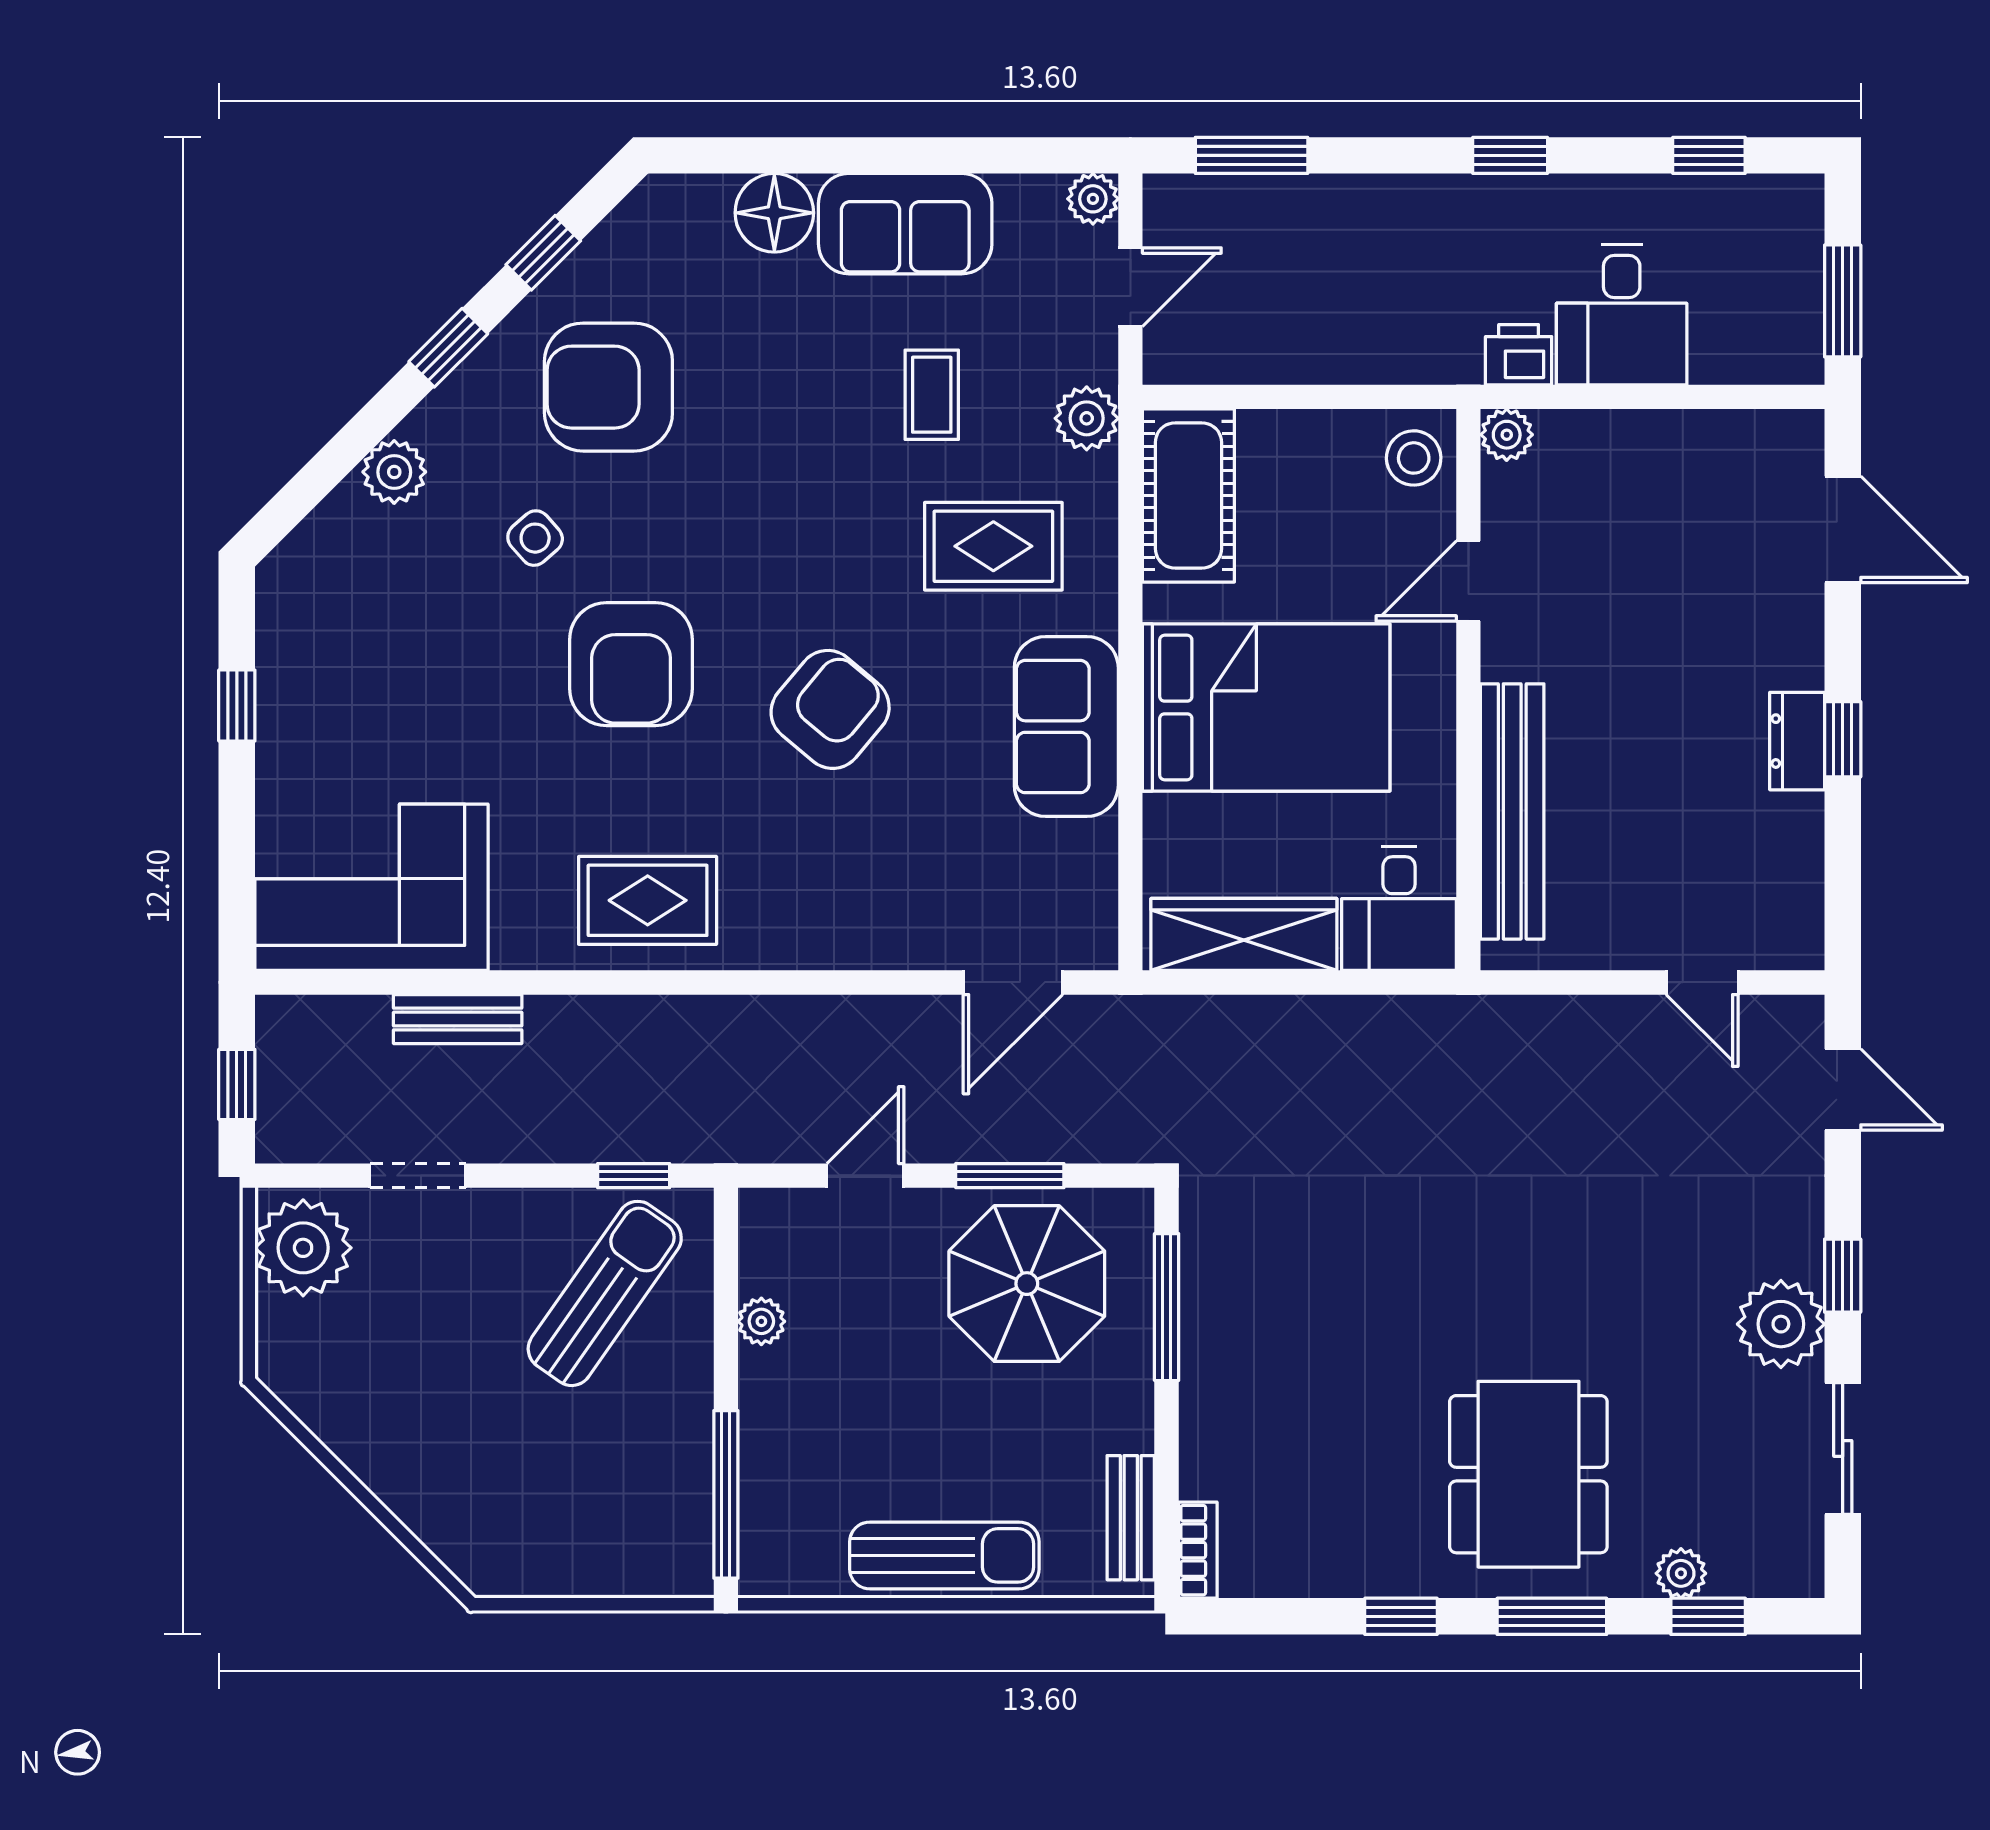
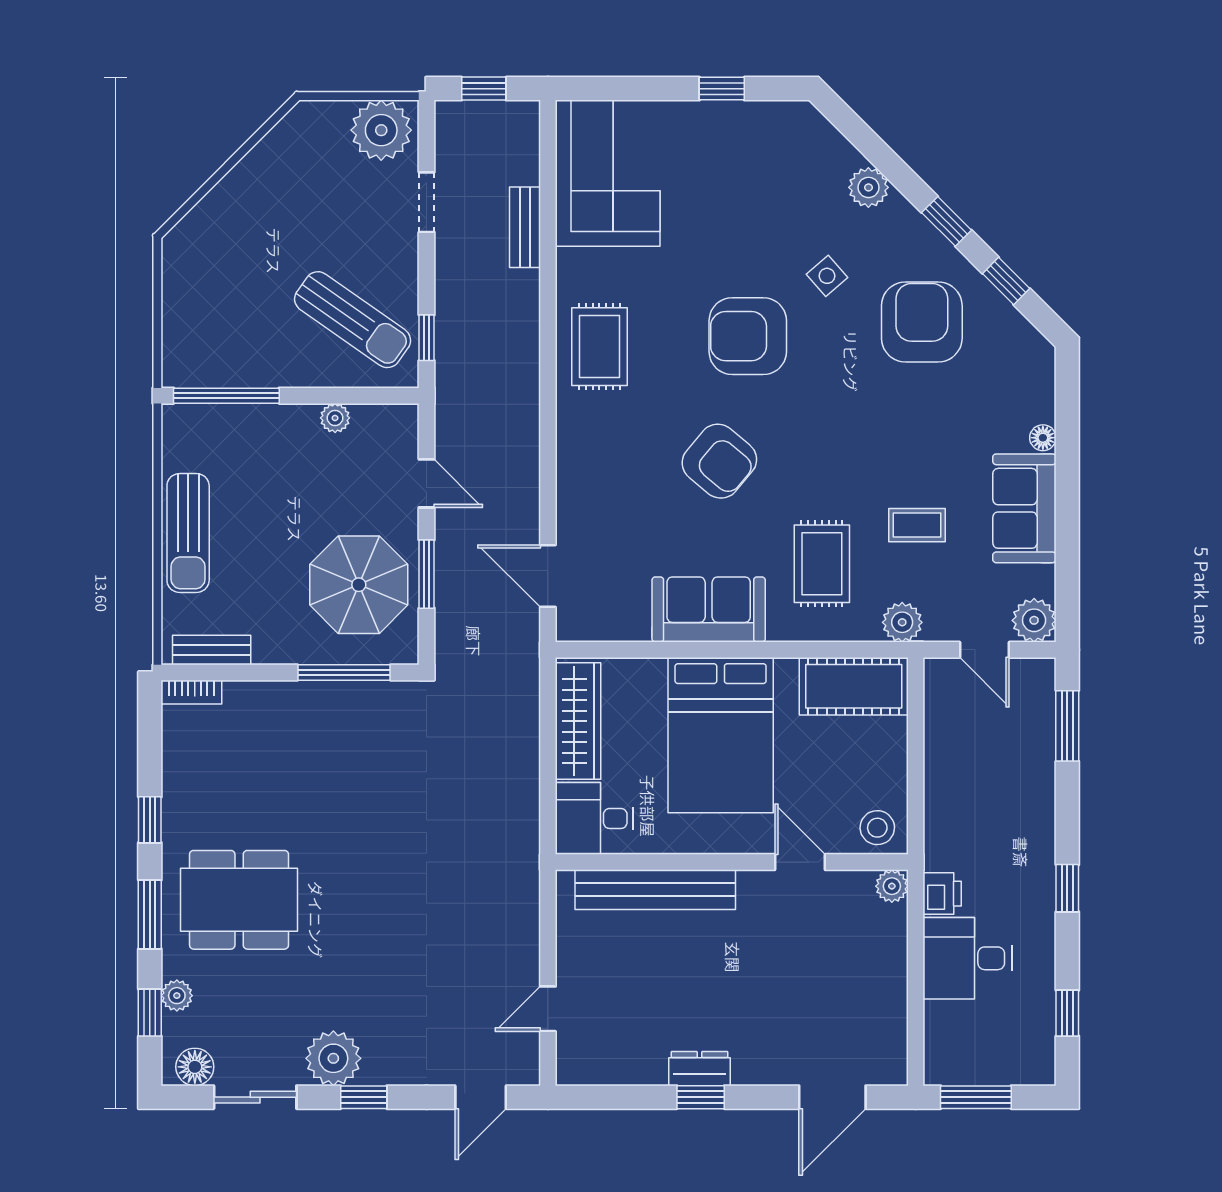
plant: (1093, 199) -> (1034, 620), width x1.38, depth x1.38
floor lamp: (774, 213) -> (1043, 438), width x0.53, depth x0.53
floor lamp: (1795, 1545) -> (195, 1067), added

